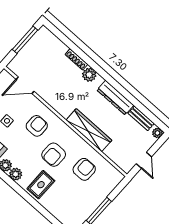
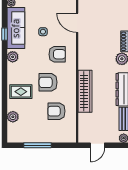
armchair: (84, 169) -> (56, 111), turned 180
plant: (16, 174) -> (13, 117), moved

